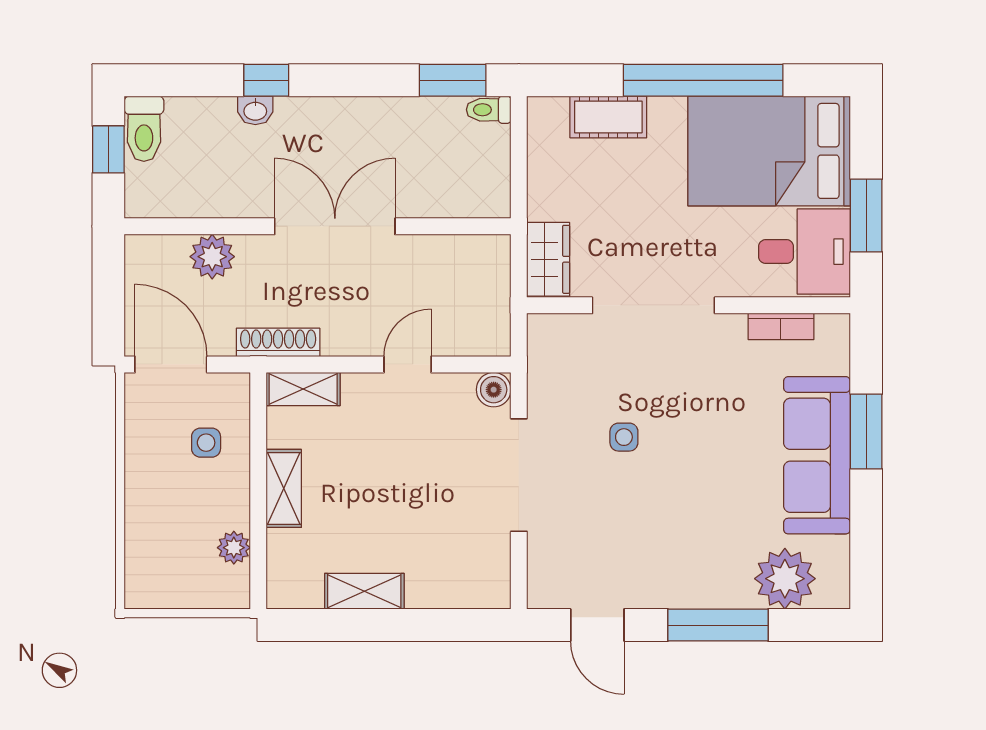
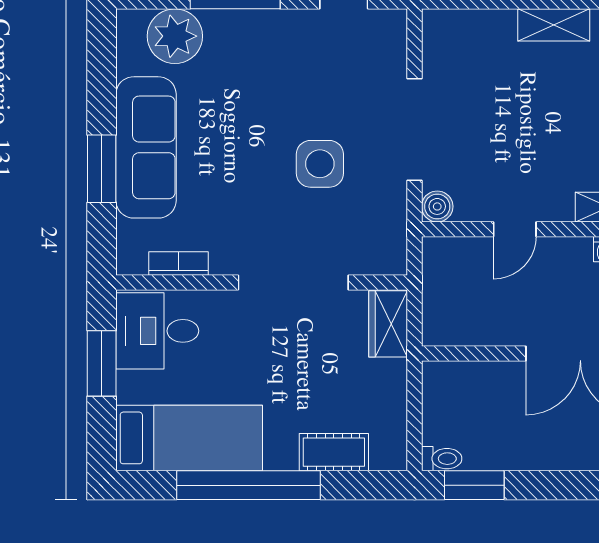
bed: (769, 151) -> (189, 438), width x0.67
side table: (624, 437) -> (320, 164), width x1.87, depth x1.87

